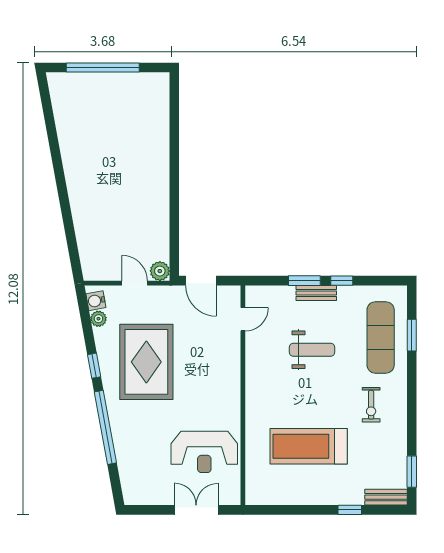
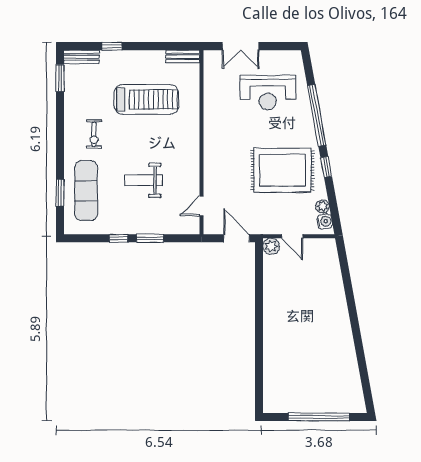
bench: (316, 293) -> (183, 57), moved
rug: (146, 362) -> (282, 170), turned 90
exercise bike: (371, 405) -> (94, 134), turned 180
reception desk: (204, 452) -> (268, 93), moved, turned 180

